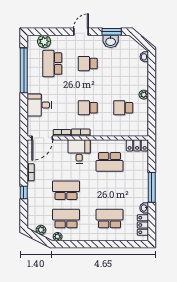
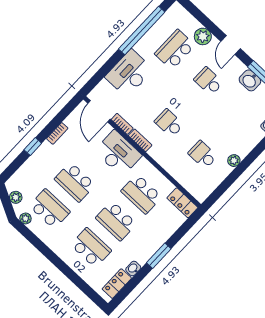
door: (81, 32) -> (231, 45), swing flipped
plant: (44, 41) -> (203, 36), moved
desk: (39, 105) -> (129, 73), width x1.37
door: (42, 138) -> (99, 111), hinge flipped
desk: (79, 151) -> (118, 153), width x1.37
window: (152, 187) -> (159, 256), width x0.69
school desk: (66, 190) -> (75, 182), turned 180
school desk: (109, 190) -> (116, 221), added

